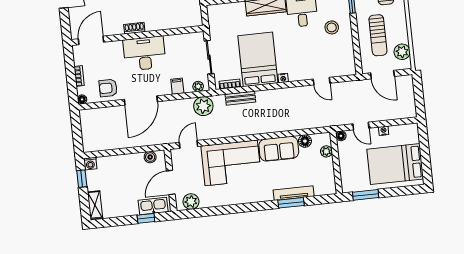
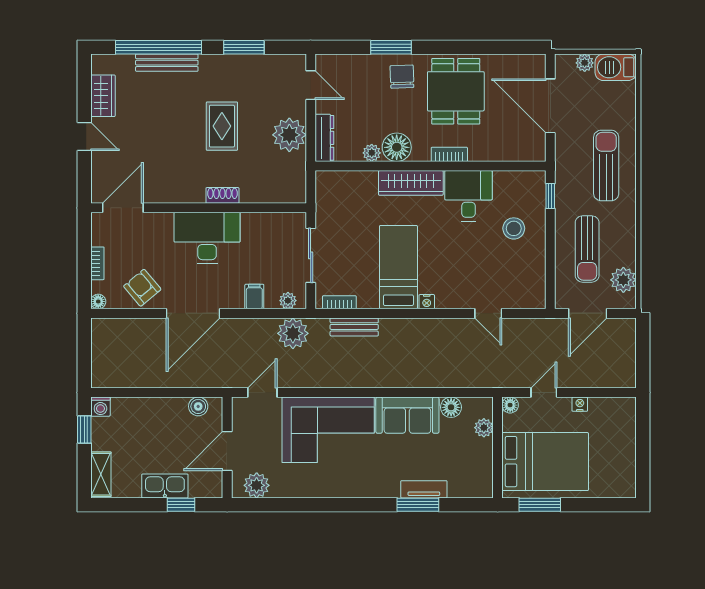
shoe rack: (134, 28) -> (222, 195), moved
bed: (258, 59) -> (398, 267), width x0.67
door: (382, 75) -> (588, 313), hinge flipped
armchair: (108, 88) -> (142, 288), turned 50
door: (361, 126) -> (544, 393), swing flipped
bed: (395, 164) -> (545, 462), moved, turned 180
tv unit: (294, 193) -> (424, 489), width x0.71
kitchen sink: (153, 206) -> (165, 486), moved

